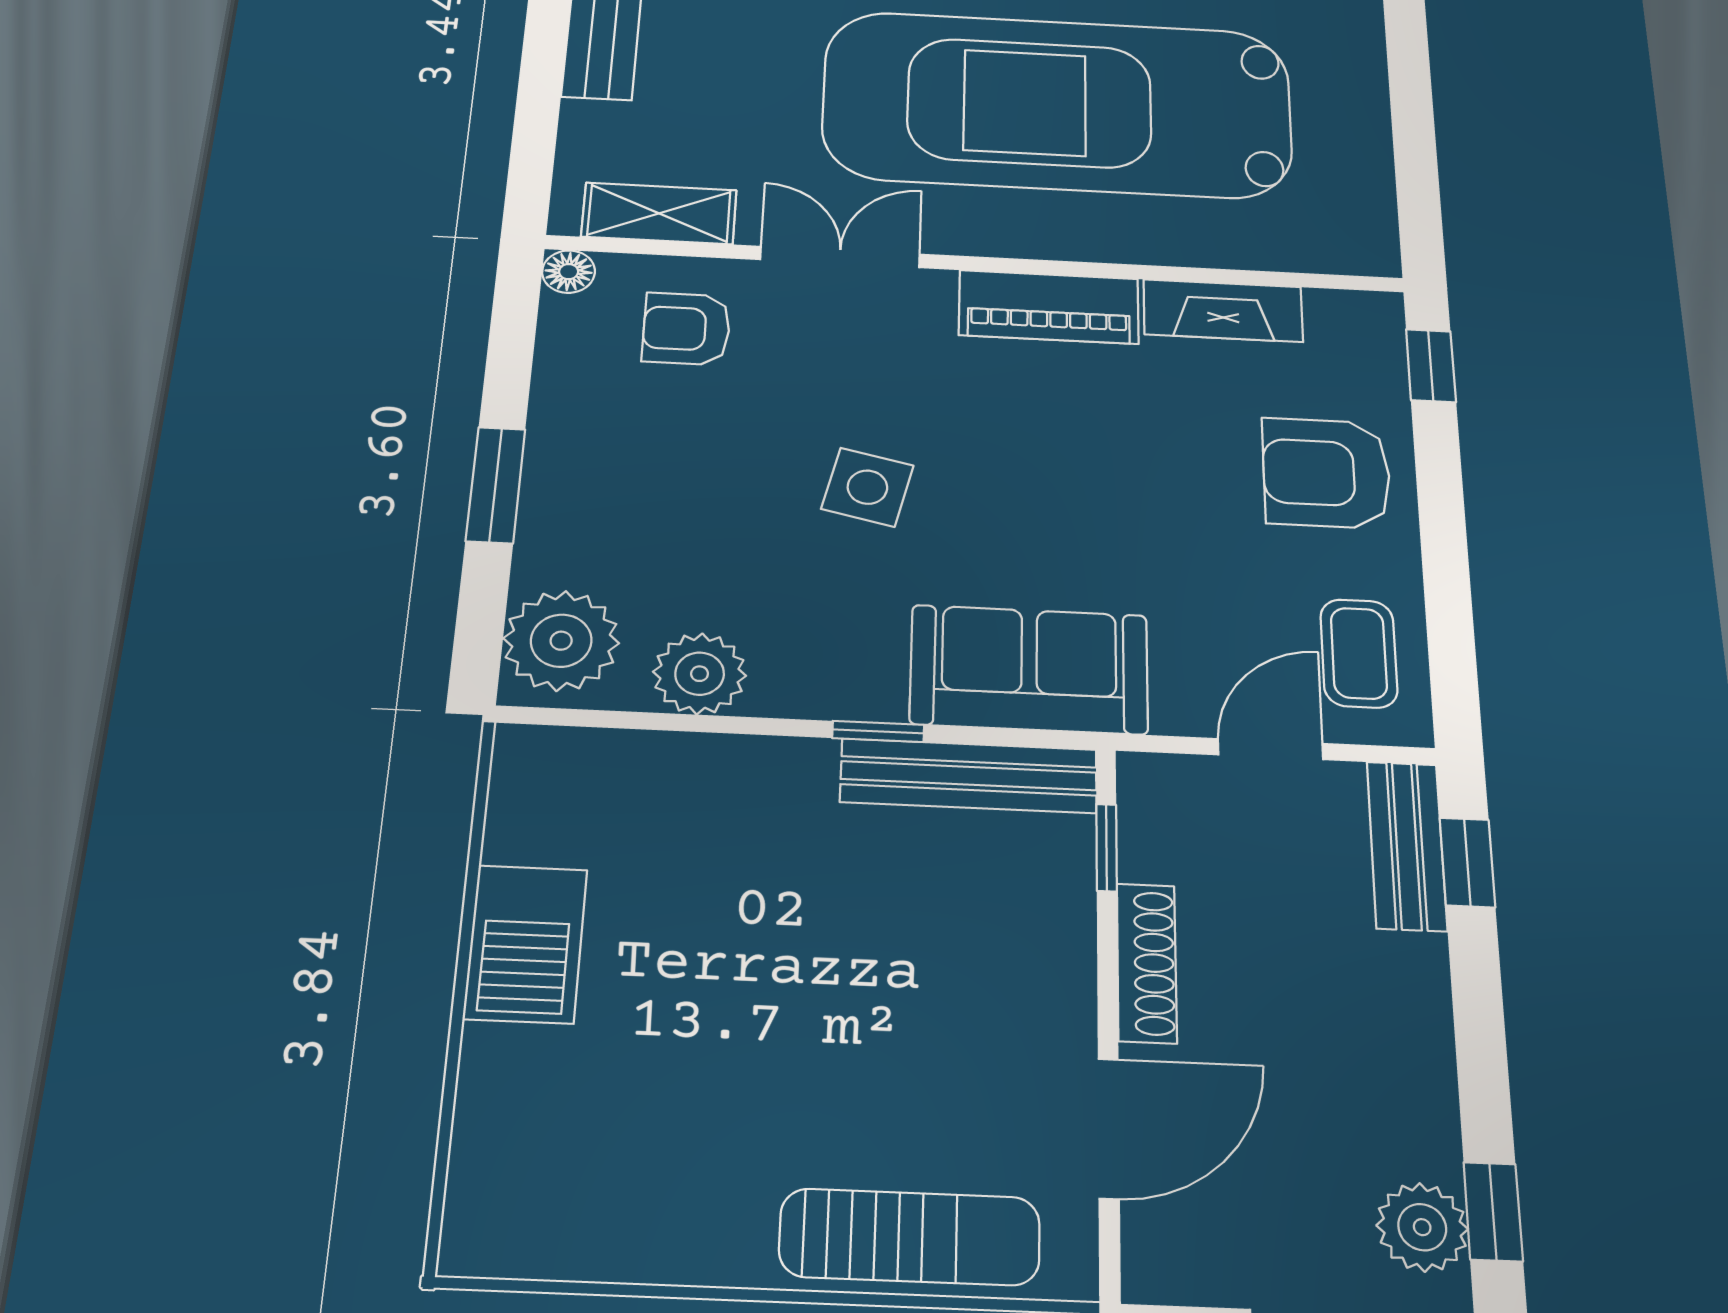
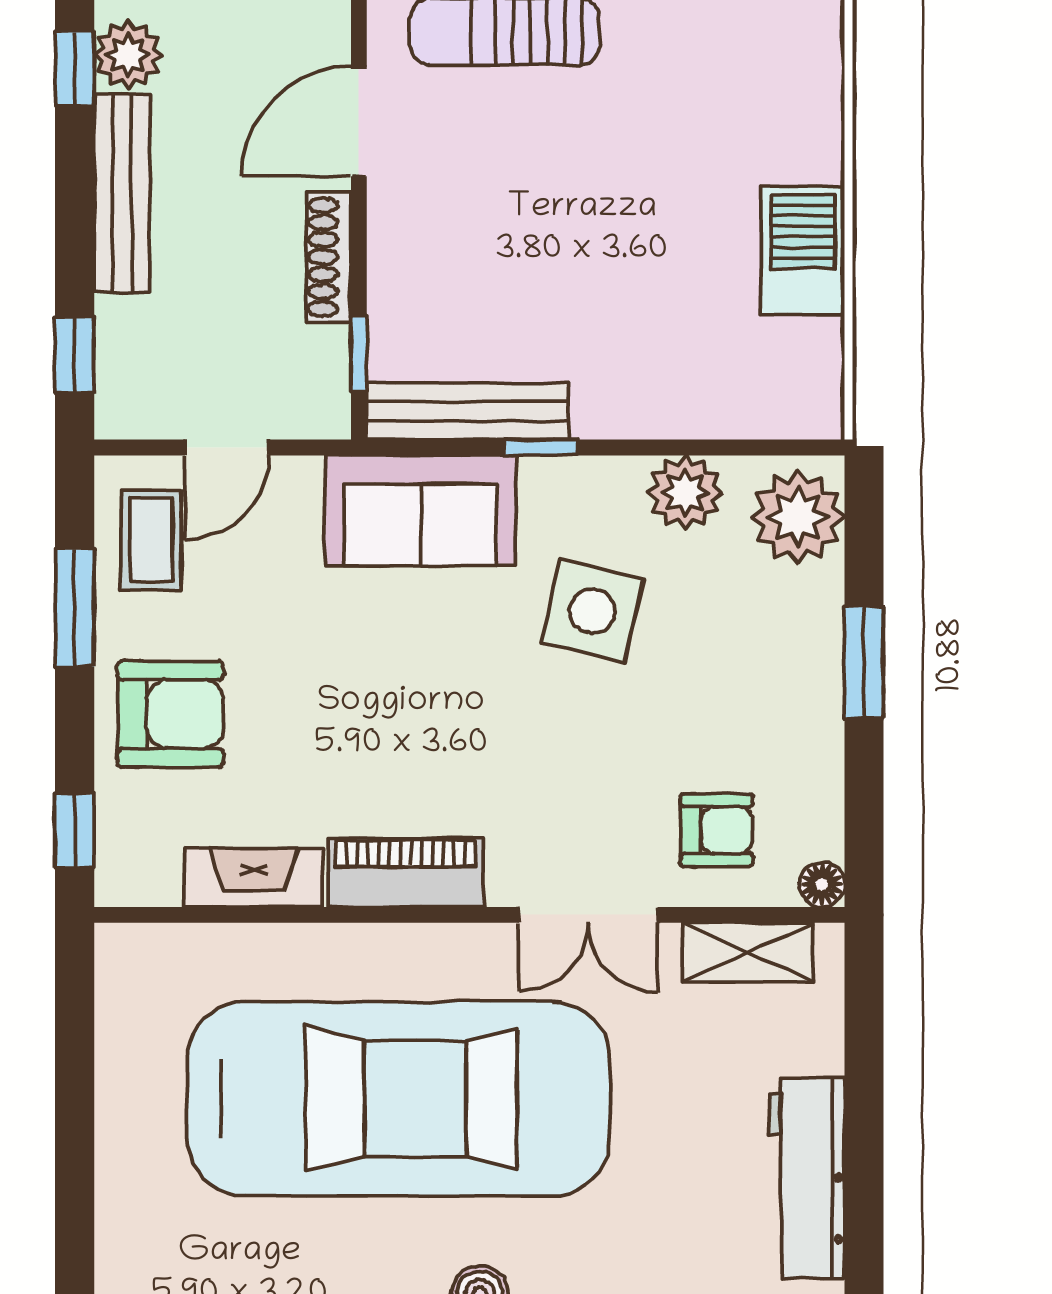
side table: (867, 487) -> (592, 611), moved, width x1.37, depth x1.37
window: (1447, 586) -> (75, 608), added
bench: (1407, 846) -> (122, 193), moved, width x1.36

